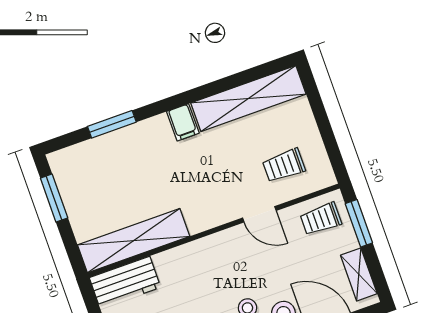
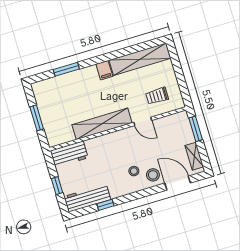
window: (54, 198) -> (37, 118), moved
trolley: (321, 219) -> (175, 125), removed
shelving: (134, 241) -> (102, 124), moved

